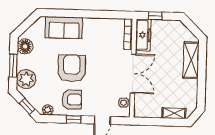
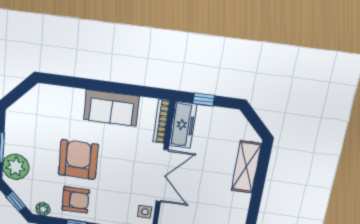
sofa: (64, 28) -> (111, 108), moved
floor lamp: (25, 46) -> (16, 123), removed

